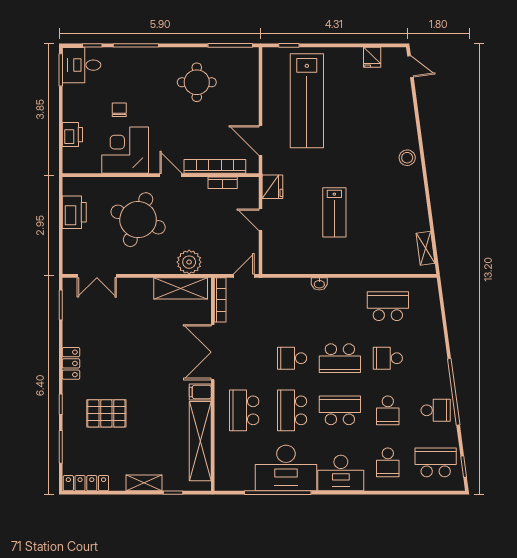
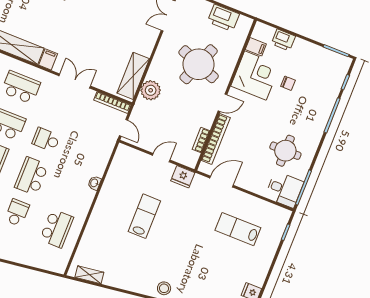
desk: (82, 65) -> (284, 189), moved, turned 90
lab bench: (307, 101) -> (238, 229), width x0.54, depth x0.72
filing cabinet: (92, 163) -> (256, 47), added
lab bench: (334, 212) -> (144, 216), turned 90
double door: (213, 352) -> (75, 81), width x0.73
school desk: (292, 358) -> (46, 140), turned -90

